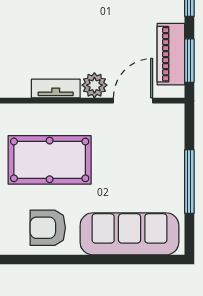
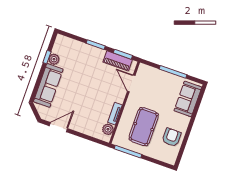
plant: (94, 85) -> (108, 129), moved
armchair: (48, 228) -> (172, 137), turned 180
sofa: (129, 234) -> (188, 99), width x0.73

